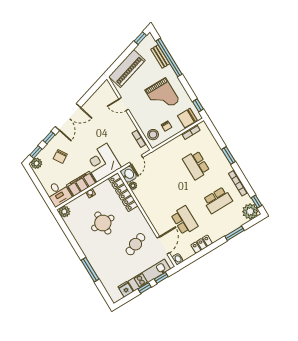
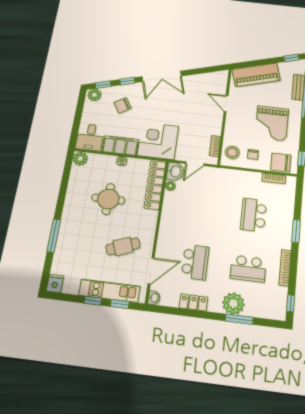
plant: (250, 211) -> (233, 303), moved
fridge: (126, 289) -> (55, 284), moved

